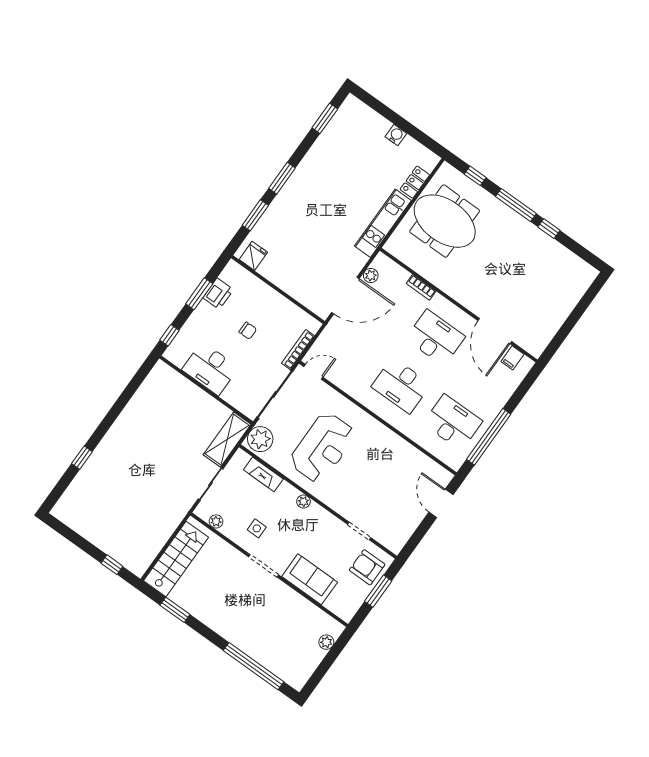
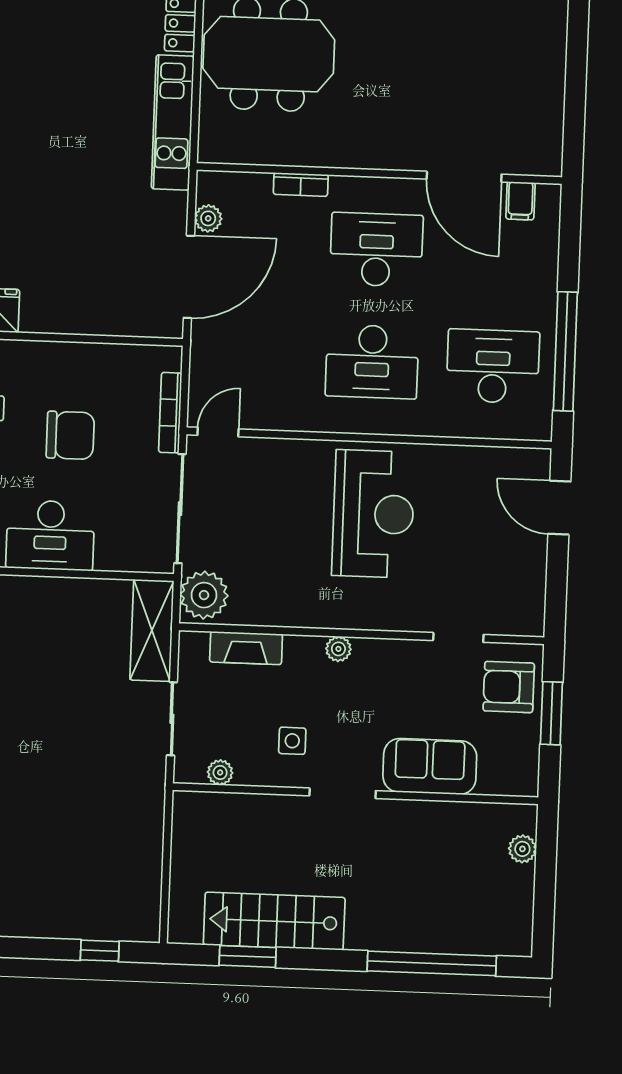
chair: (248, 331) -> (70, 435), width x1.87, depth x1.87
reception desk: (322, 448) -> (373, 514), moved
stairs: (176, 559) -> (274, 921), moved, turned -90

